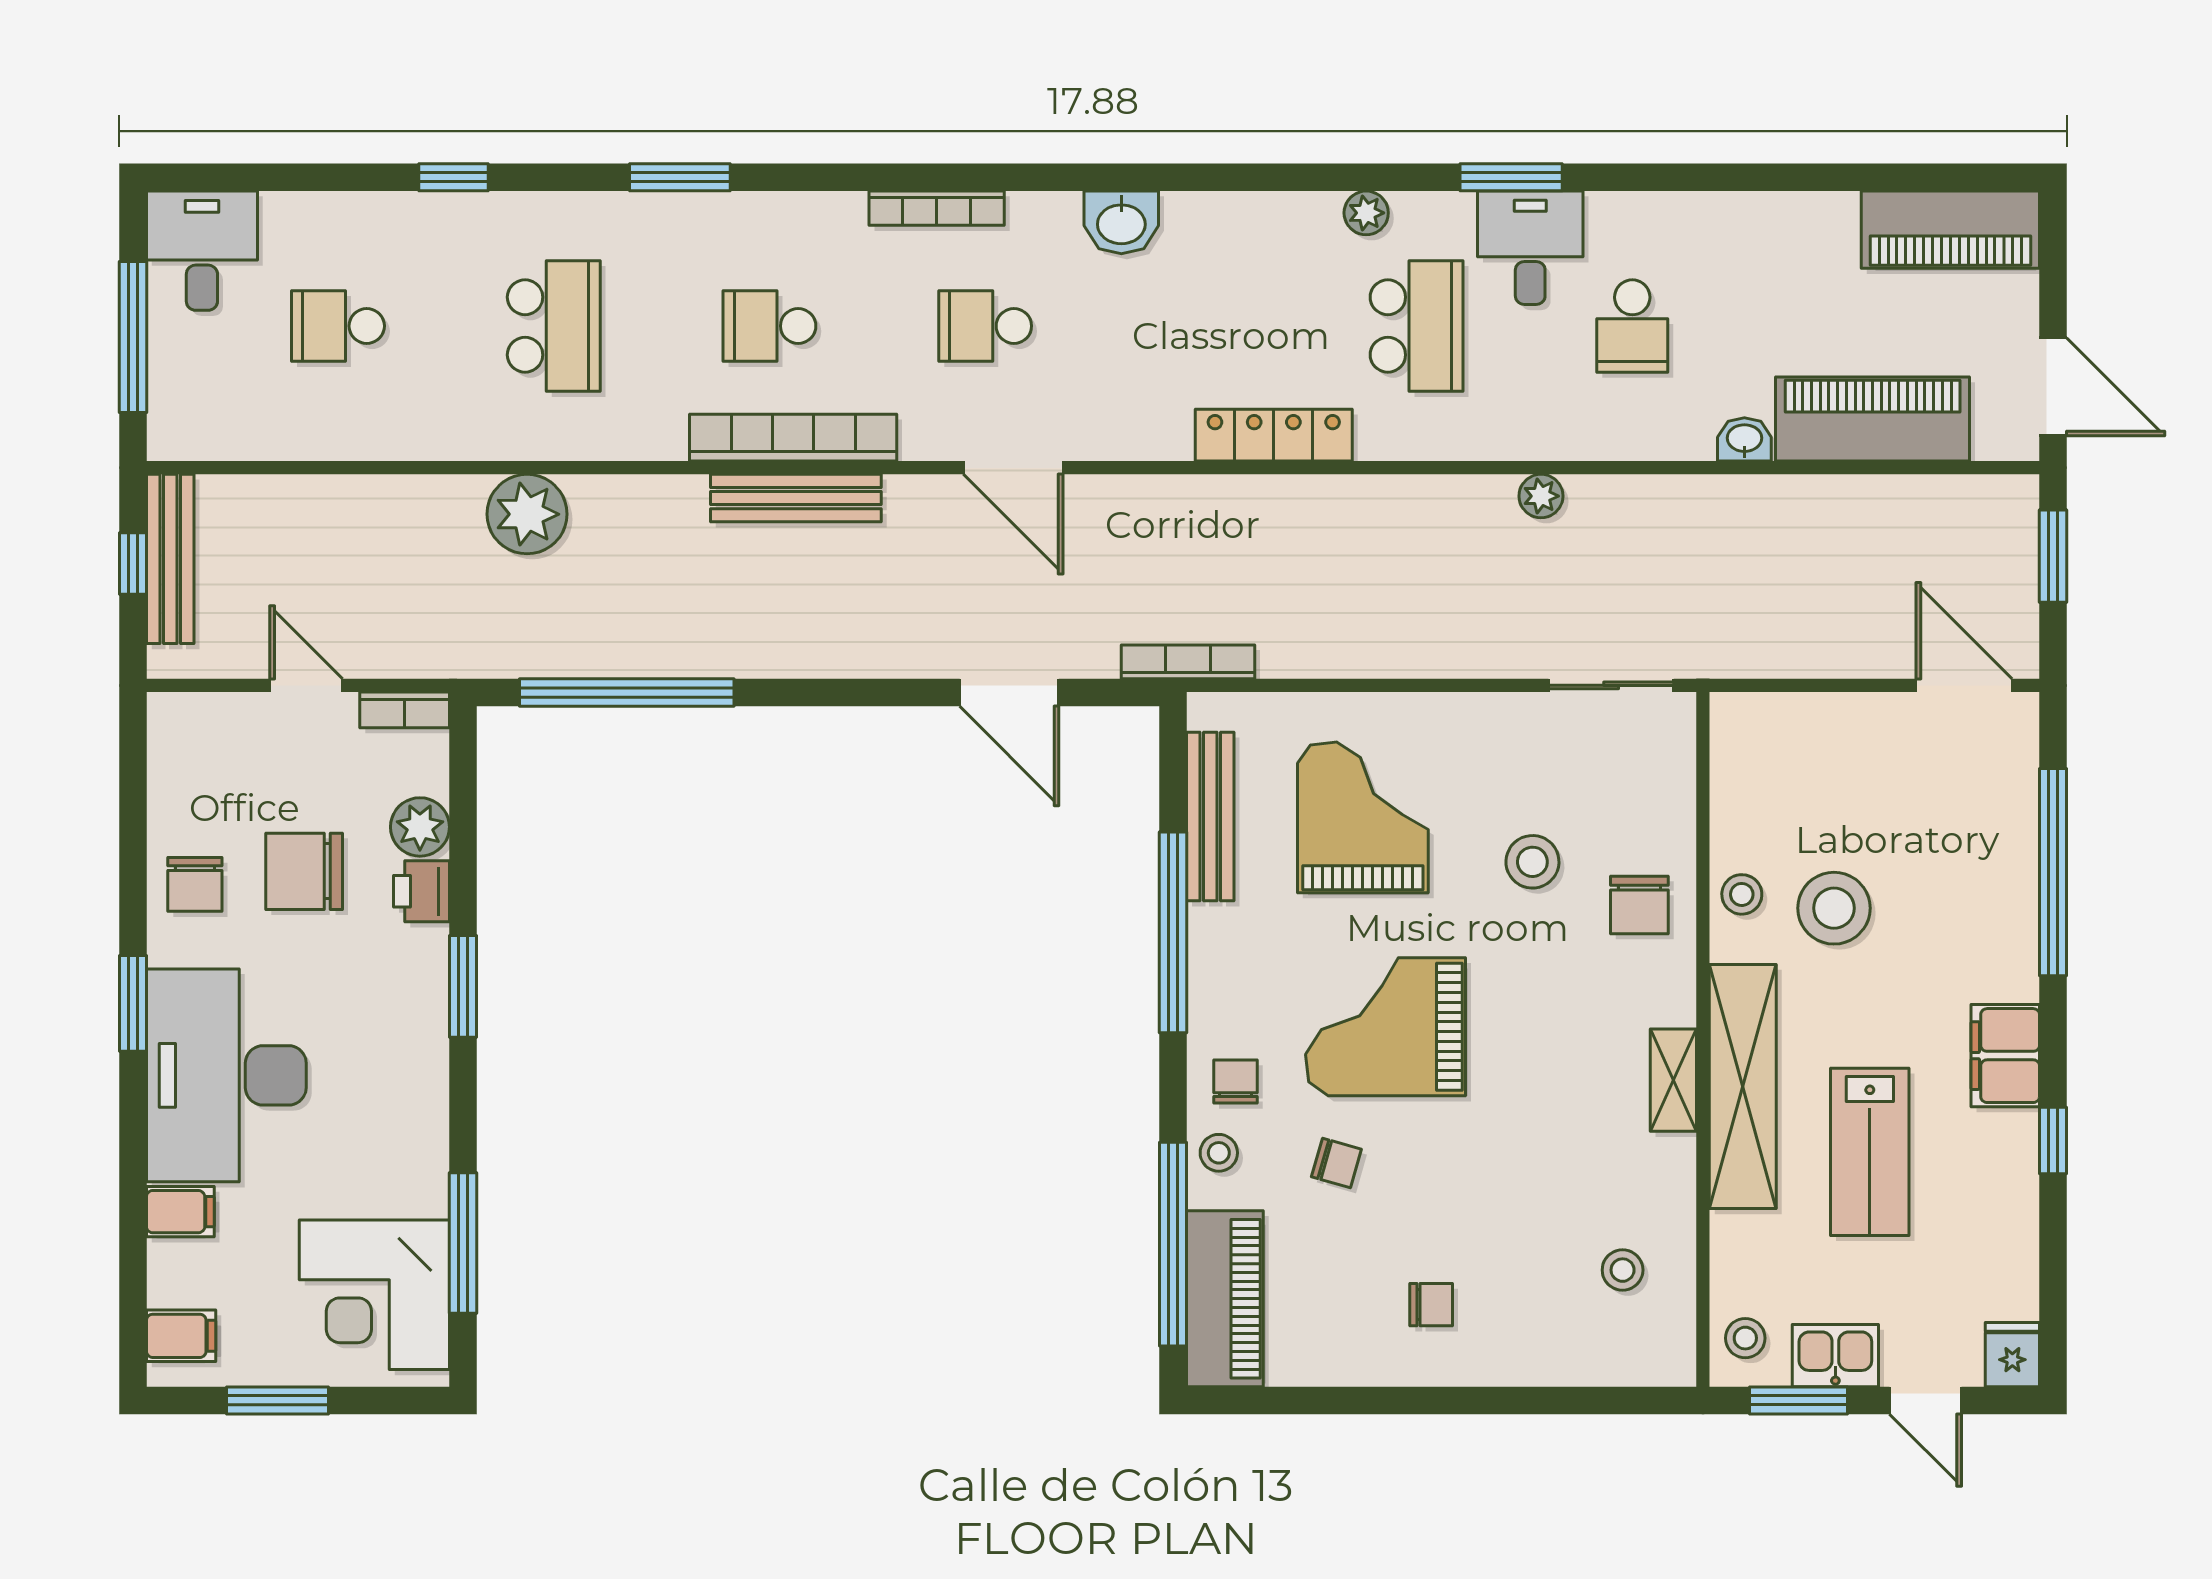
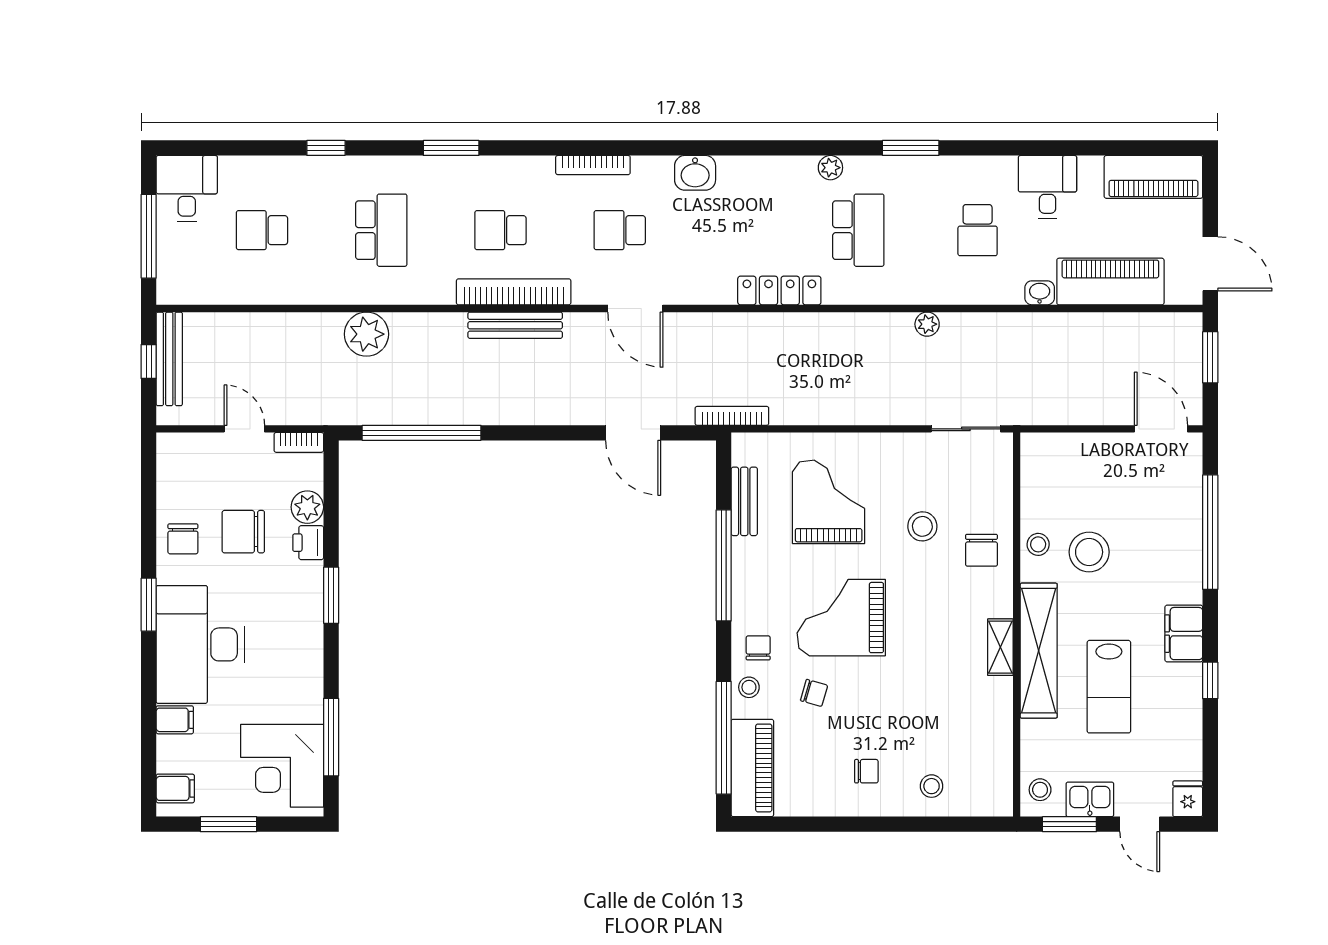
desk: (1530, 248) -> (1047, 187), moved
bench: (1210, 817) -> (744, 501), width x0.73
stool: (1623, 1270) -> (932, 786), moved

